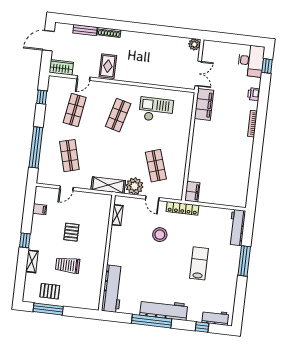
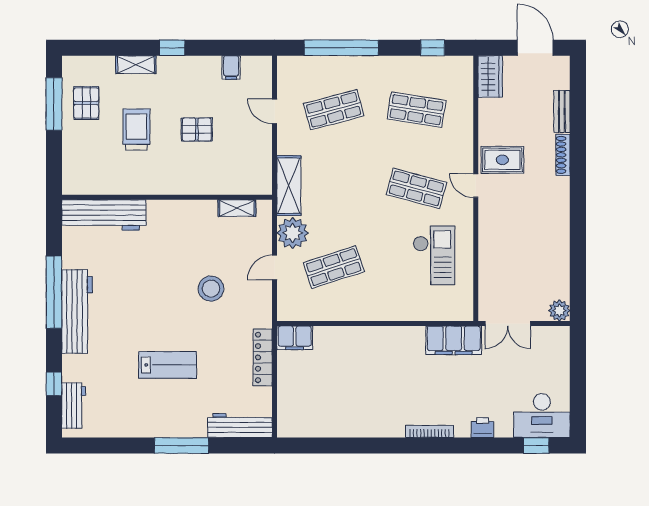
door: (84, 78) -> (476, 186), moved
locker: (182, 208) -> (263, 357), moved

